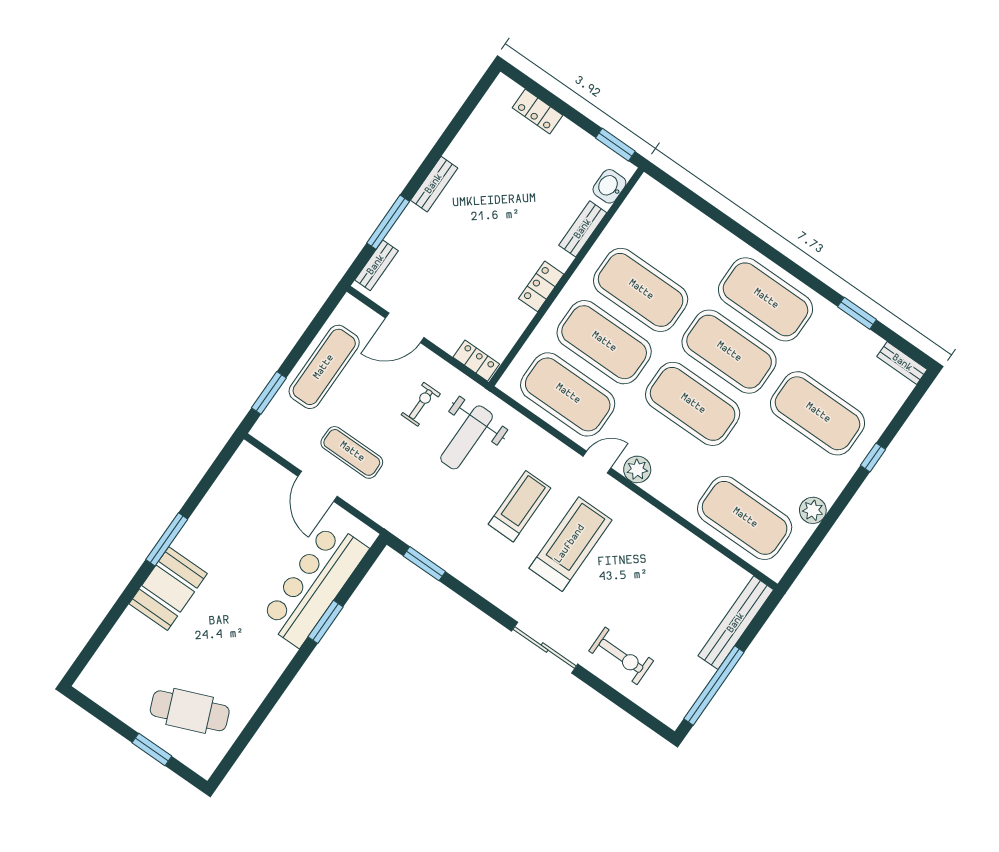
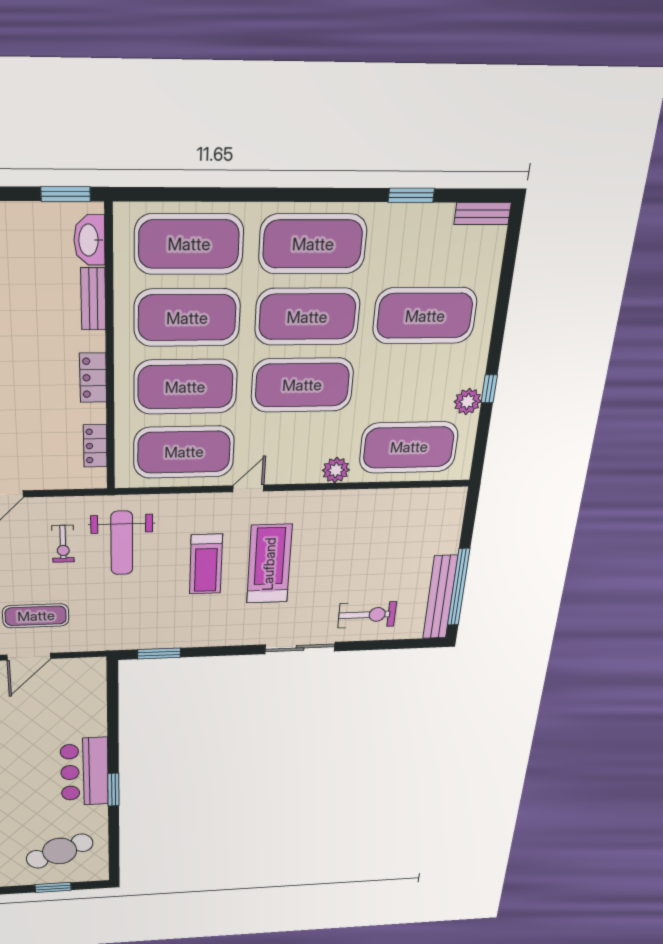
washbasin: (609, 186) -> (89, 240), width x1.38
exercise mat: (677, 238) -> (189, 244), added
locker: (476, 361) -> (95, 446), moved, turned -90
exercise bike: (421, 404) -> (63, 544), turned 180
window: (873, 457) -> (489, 389), moved
plant: (637, 469) -> (336, 470), moved
door: (317, 486) -> (29, 657), hinge flipped
treadmill: (520, 506) -> (206, 564), turned 180
bar counter: (314, 584) -> (84, 772), moved, width x0.73
window: (326, 622) -> (113, 790), moved
bench: (736, 623) -> (440, 597), moved

